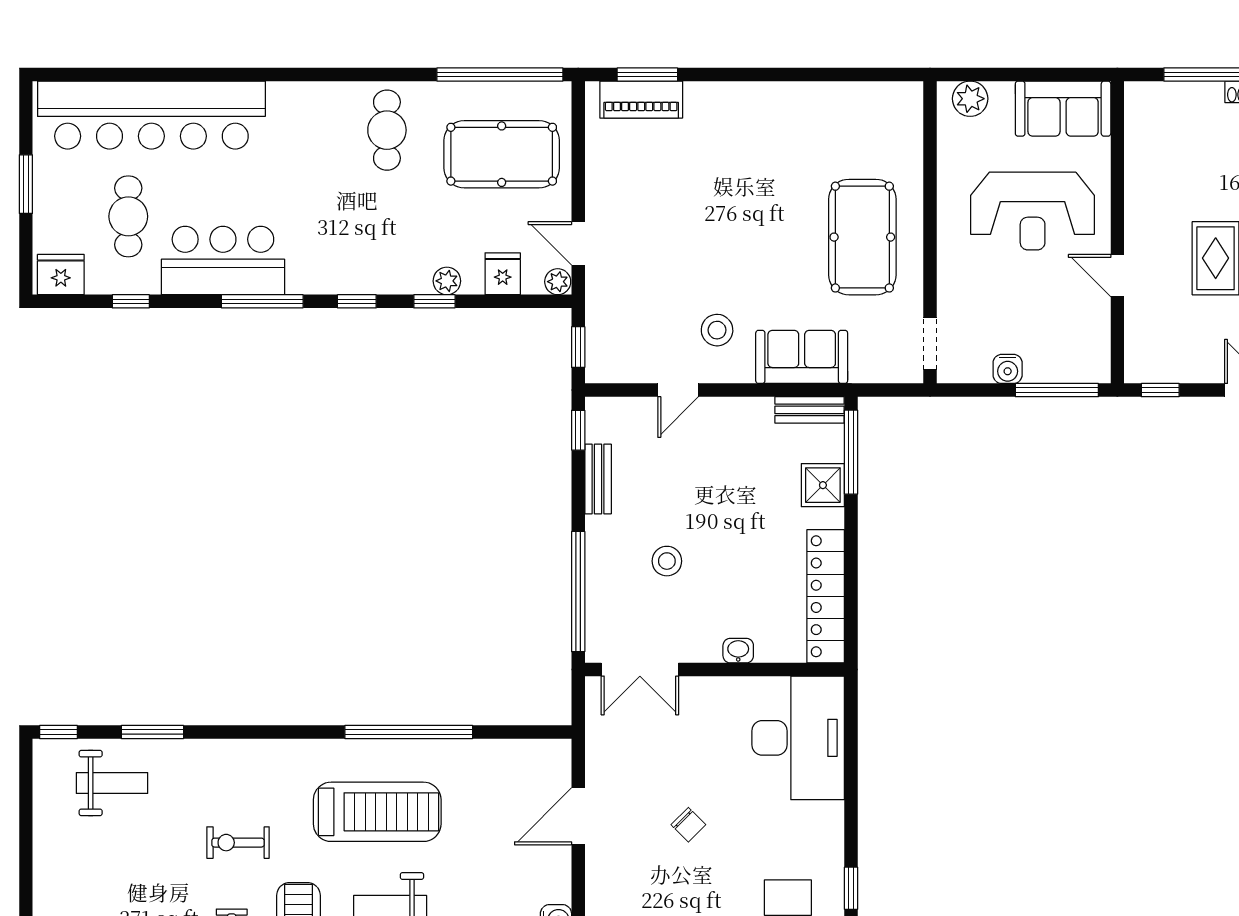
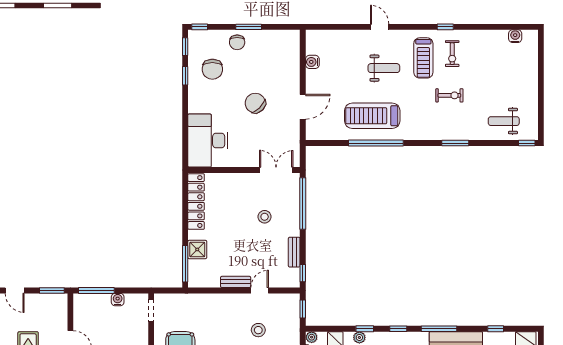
stool: (717, 330) -> (258, 330), moved
sofa: (802, 357) -> (206, 305), removed
window: (1160, 390) -> (52, 290), width x1.50
bench: (809, 410) -> (236, 282), moved
washbasin: (738, 651) -> (234, 178), removed
window: (152, 732) -> (455, 143), moved
treadmill: (377, 812) -> (372, 116), moved
chair: (688, 825) -> (255, 103), width x1.87, depth x1.87

